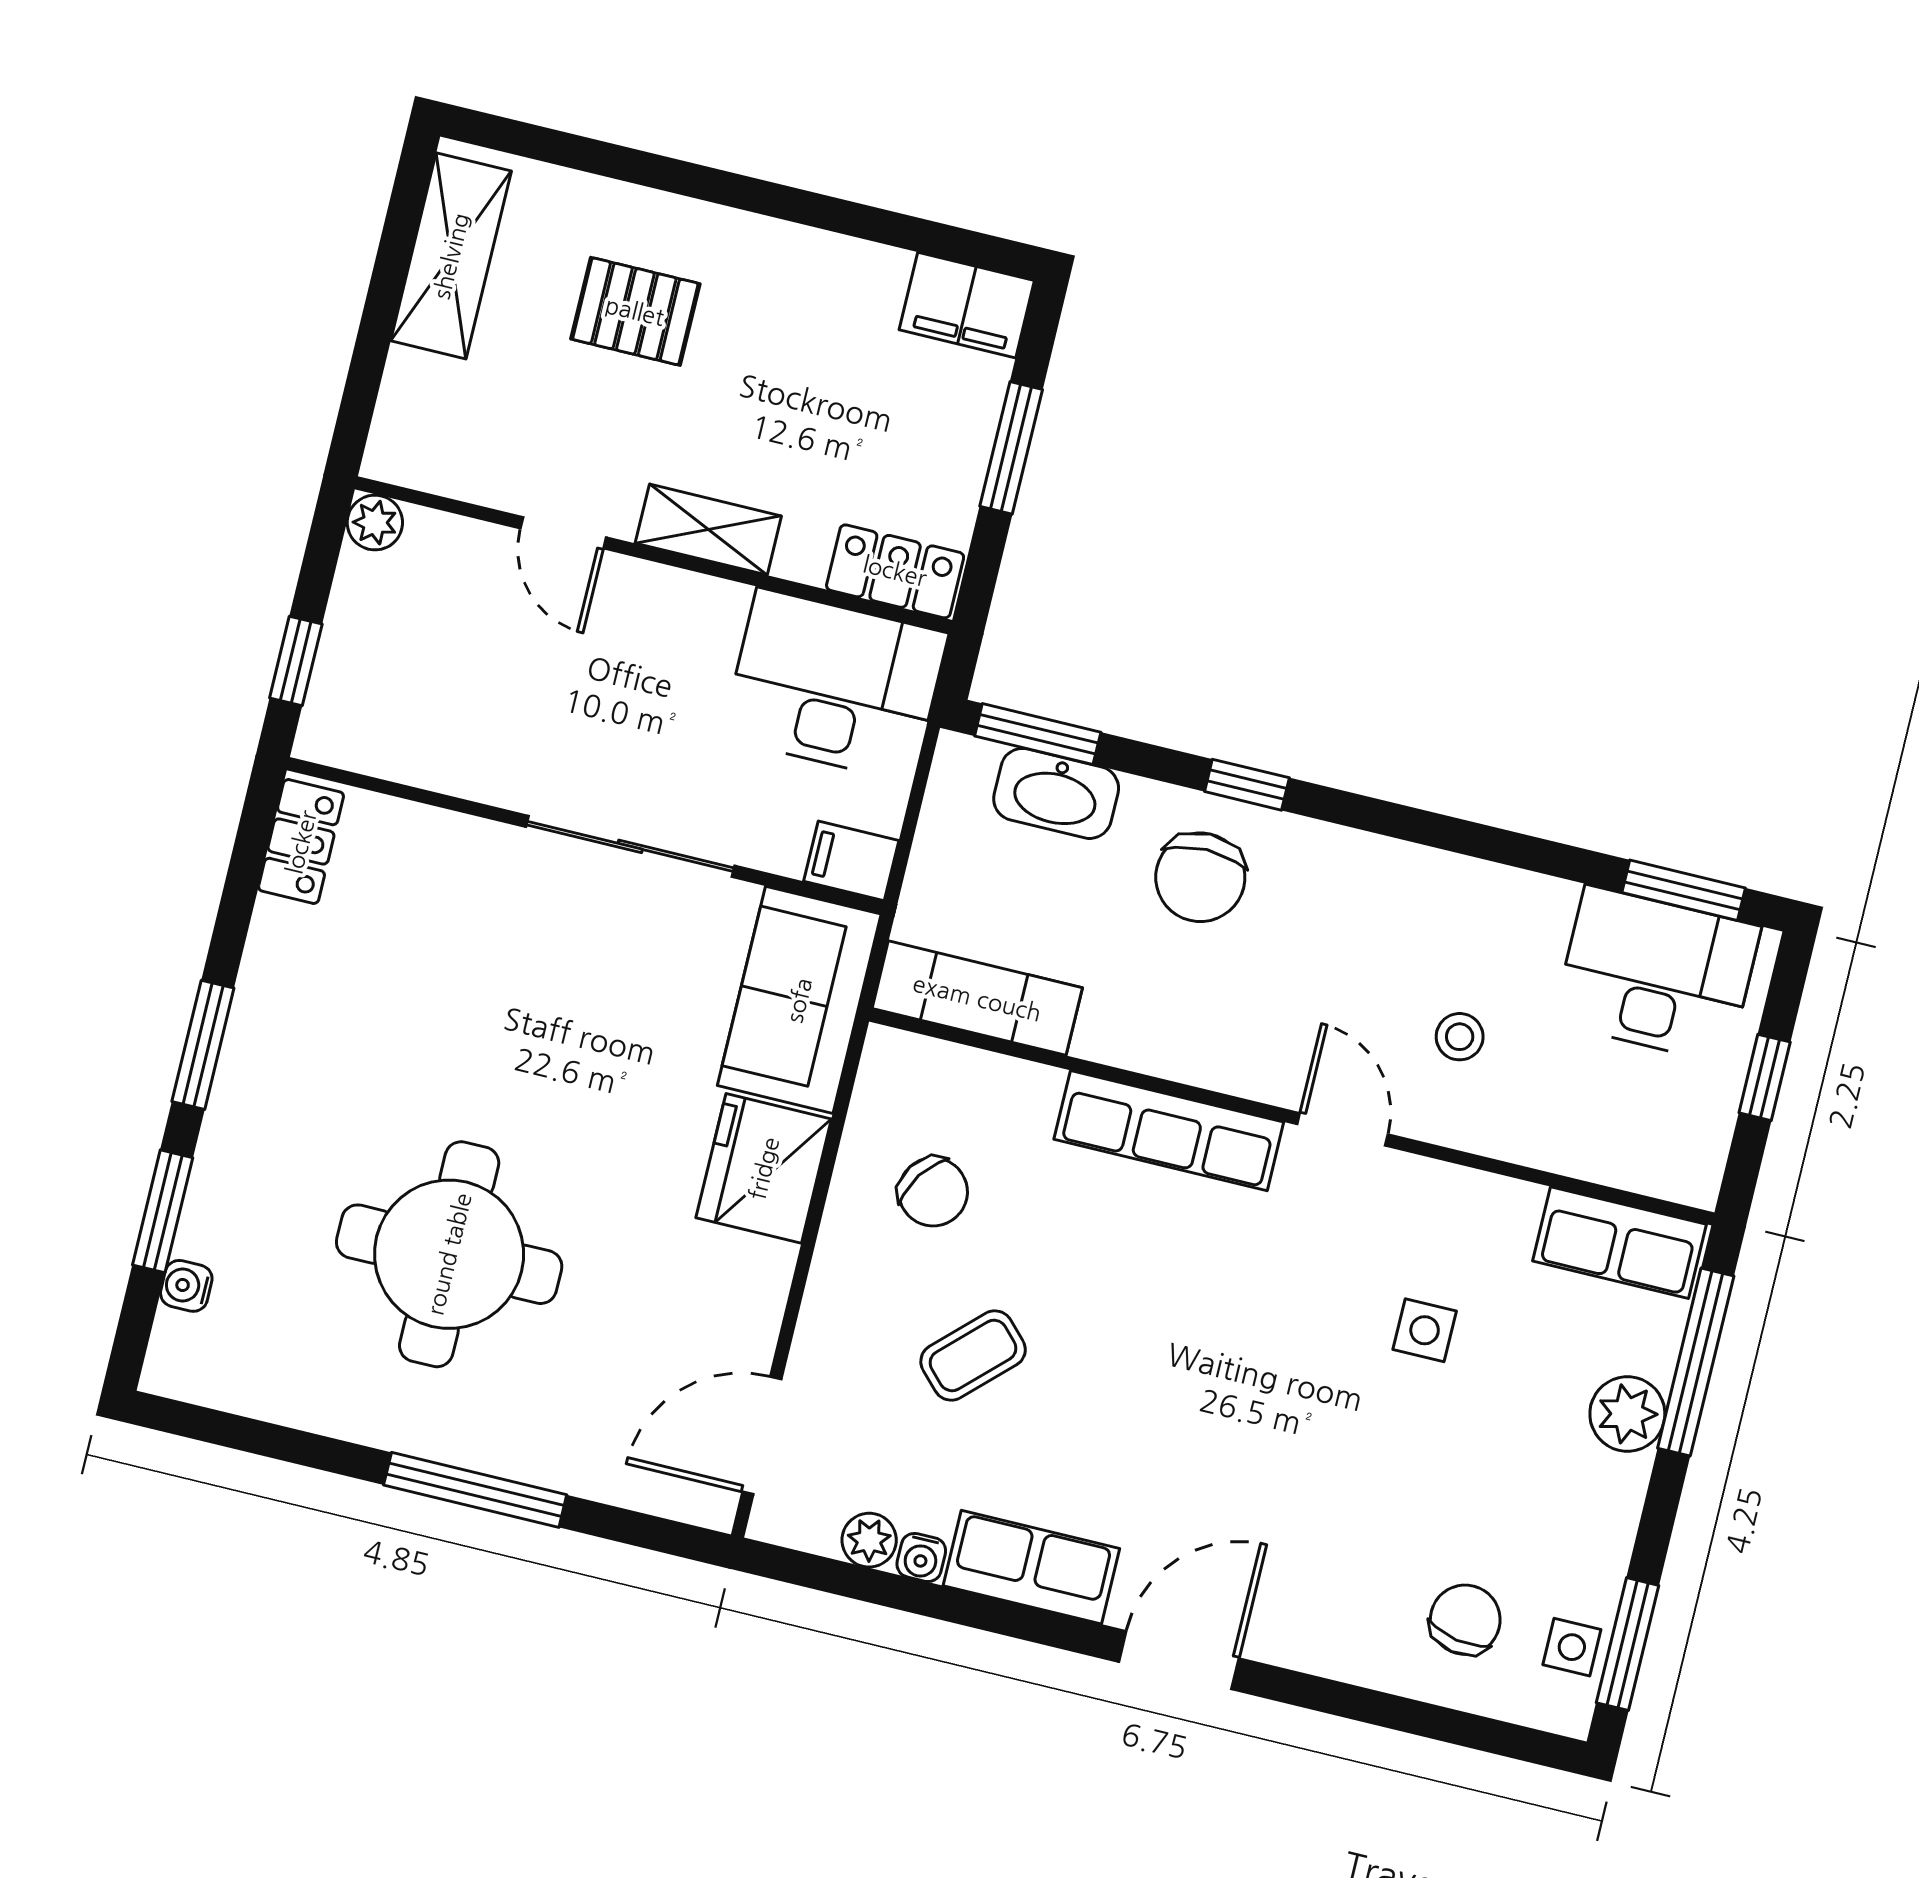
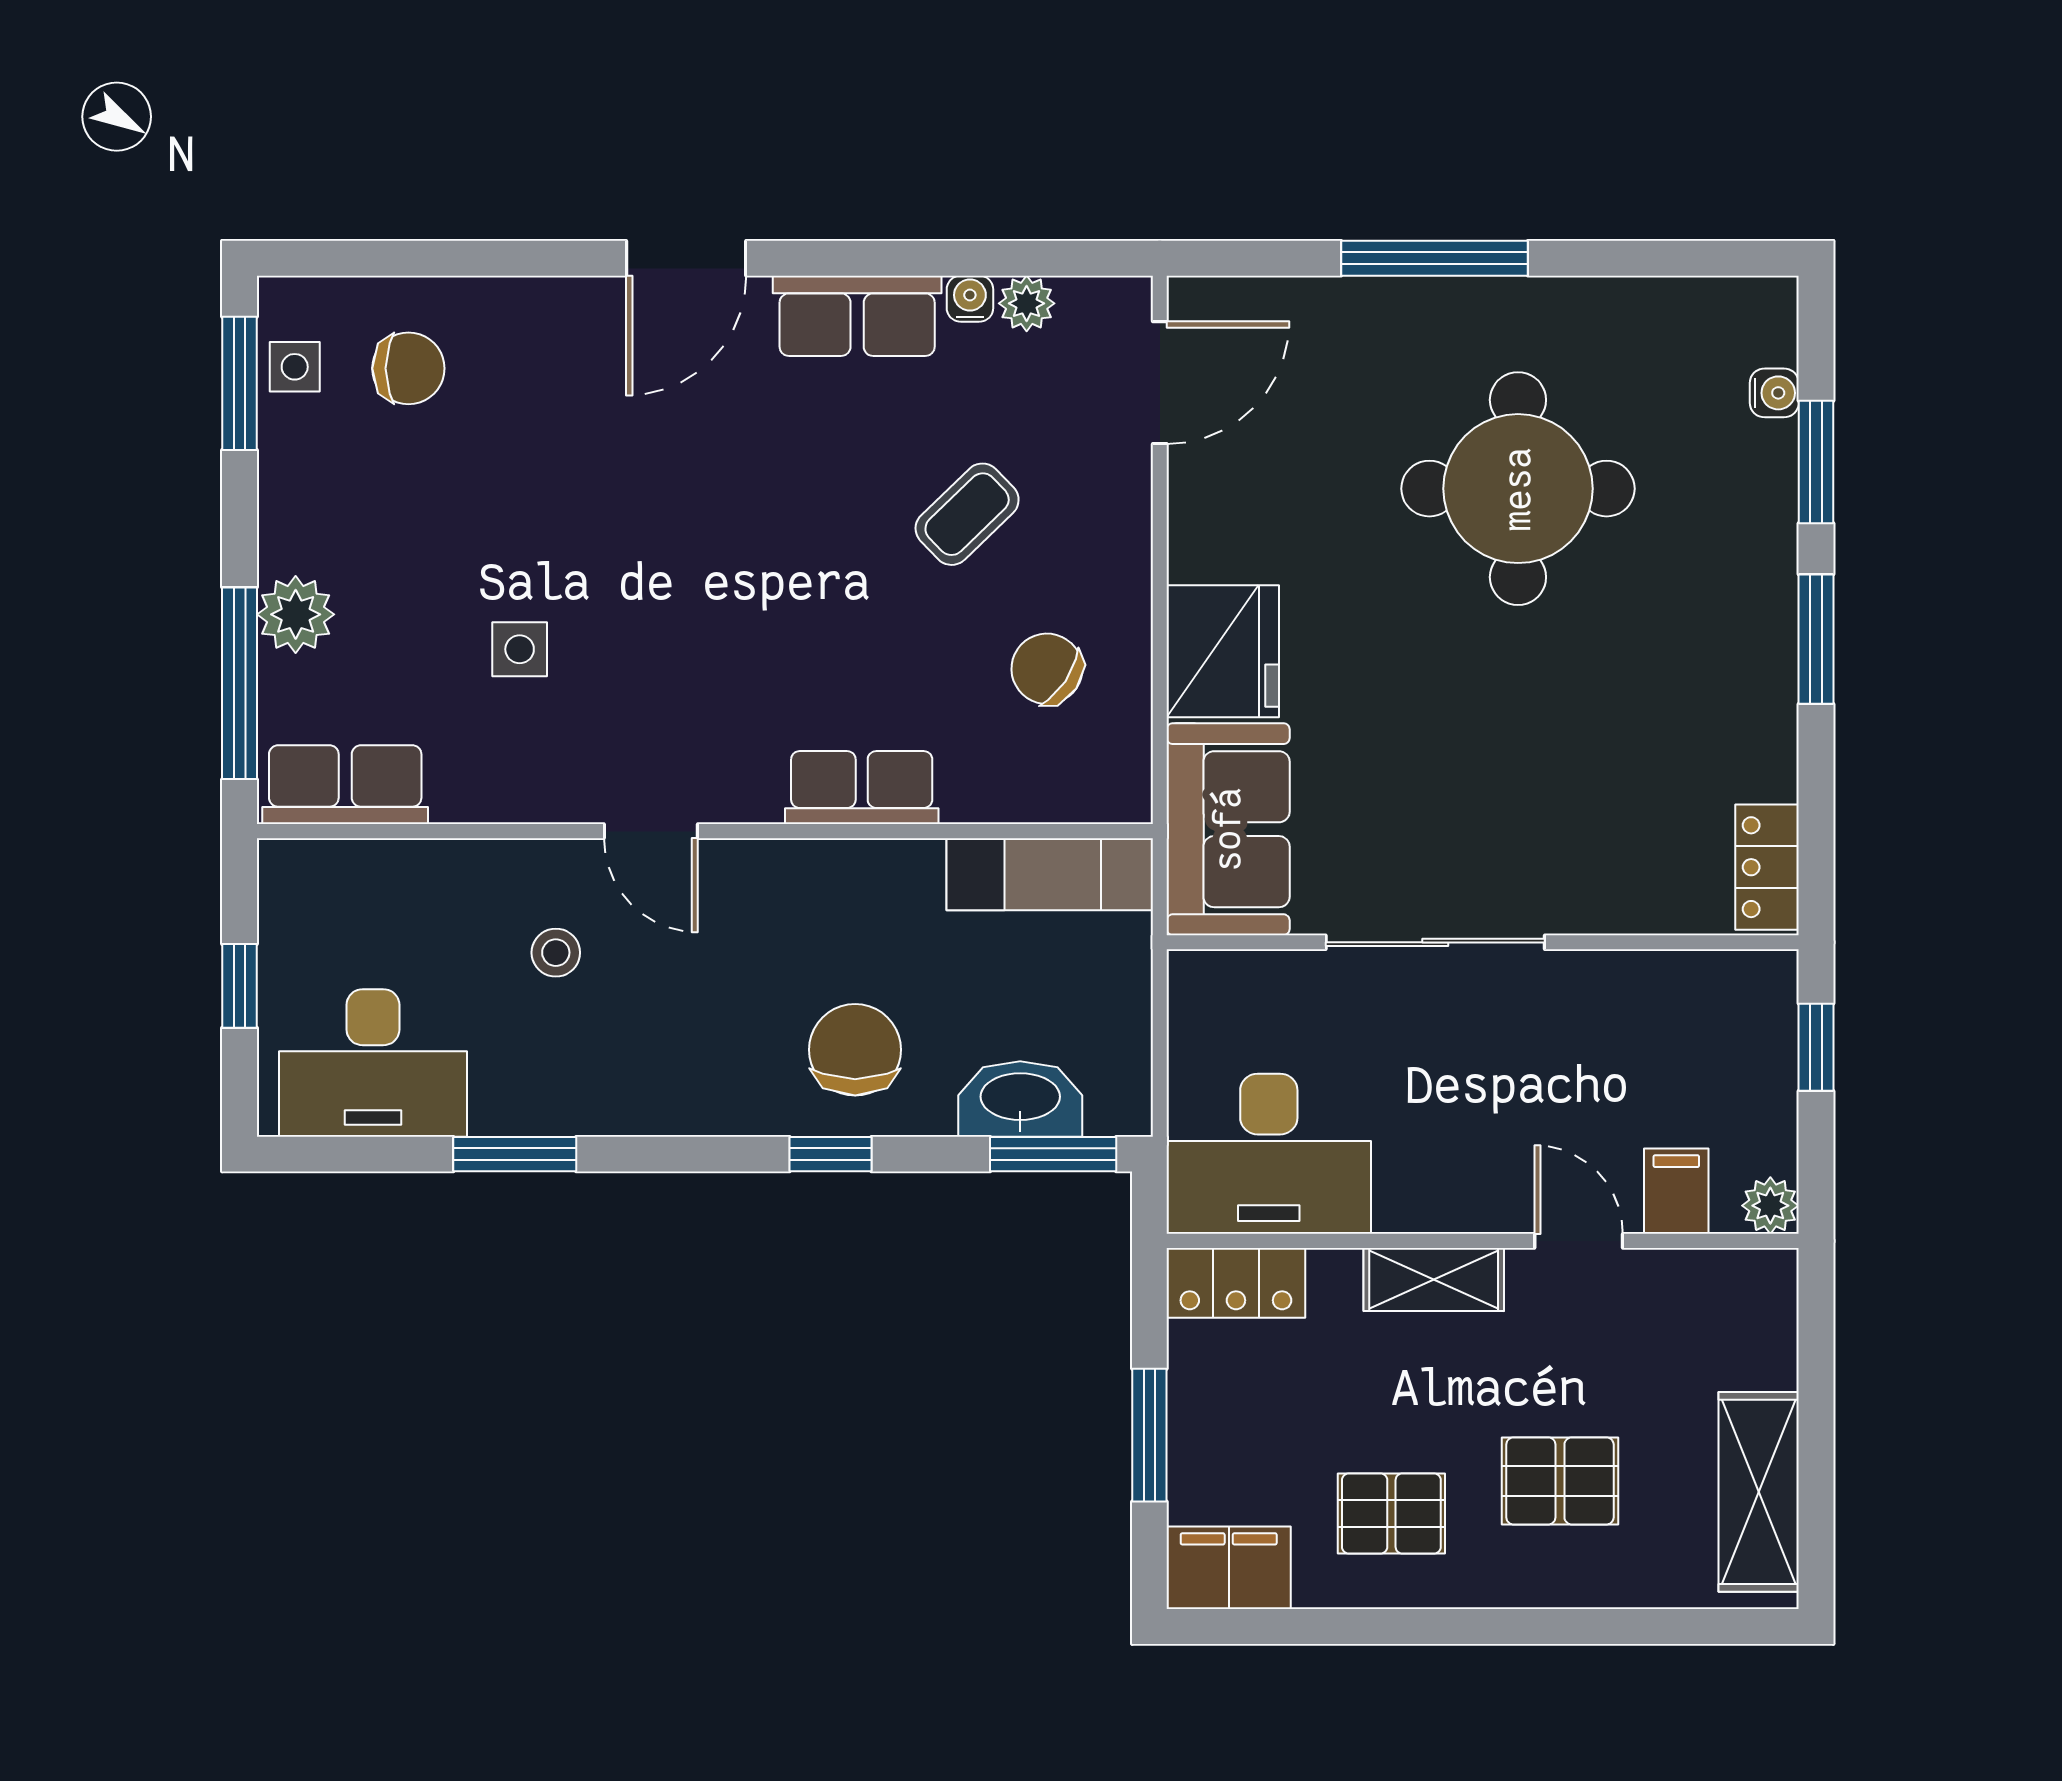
pallet: (801, 319) -> (1391, 1514), added
filing cabinet: (851, 861) -> (1676, 1191), moved, turned -90
window: (1684, 890) -> (515, 1154), moved
row of seats: (1169, 1131) -> (862, 788), width x0.68
chair: (1465, 1620) -> (408, 368), turned -100

